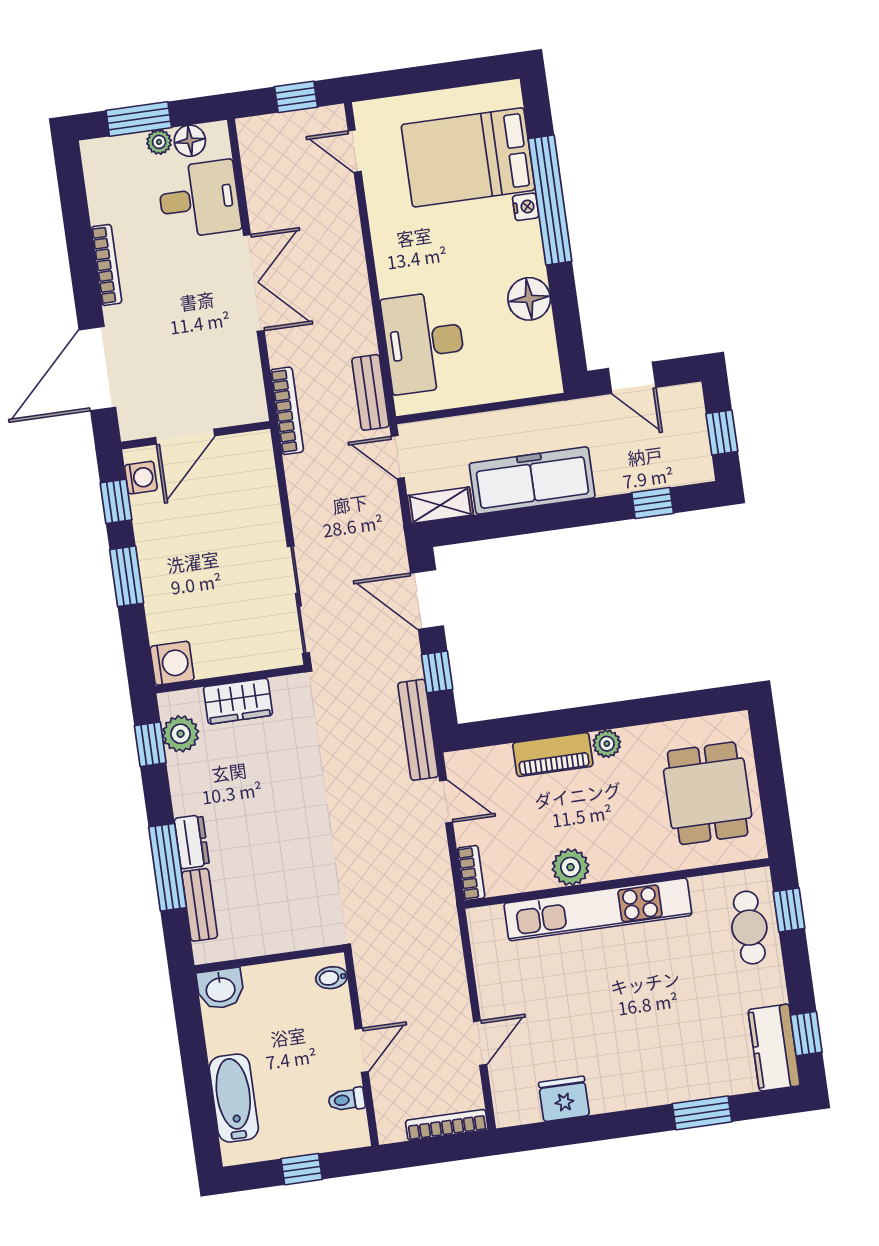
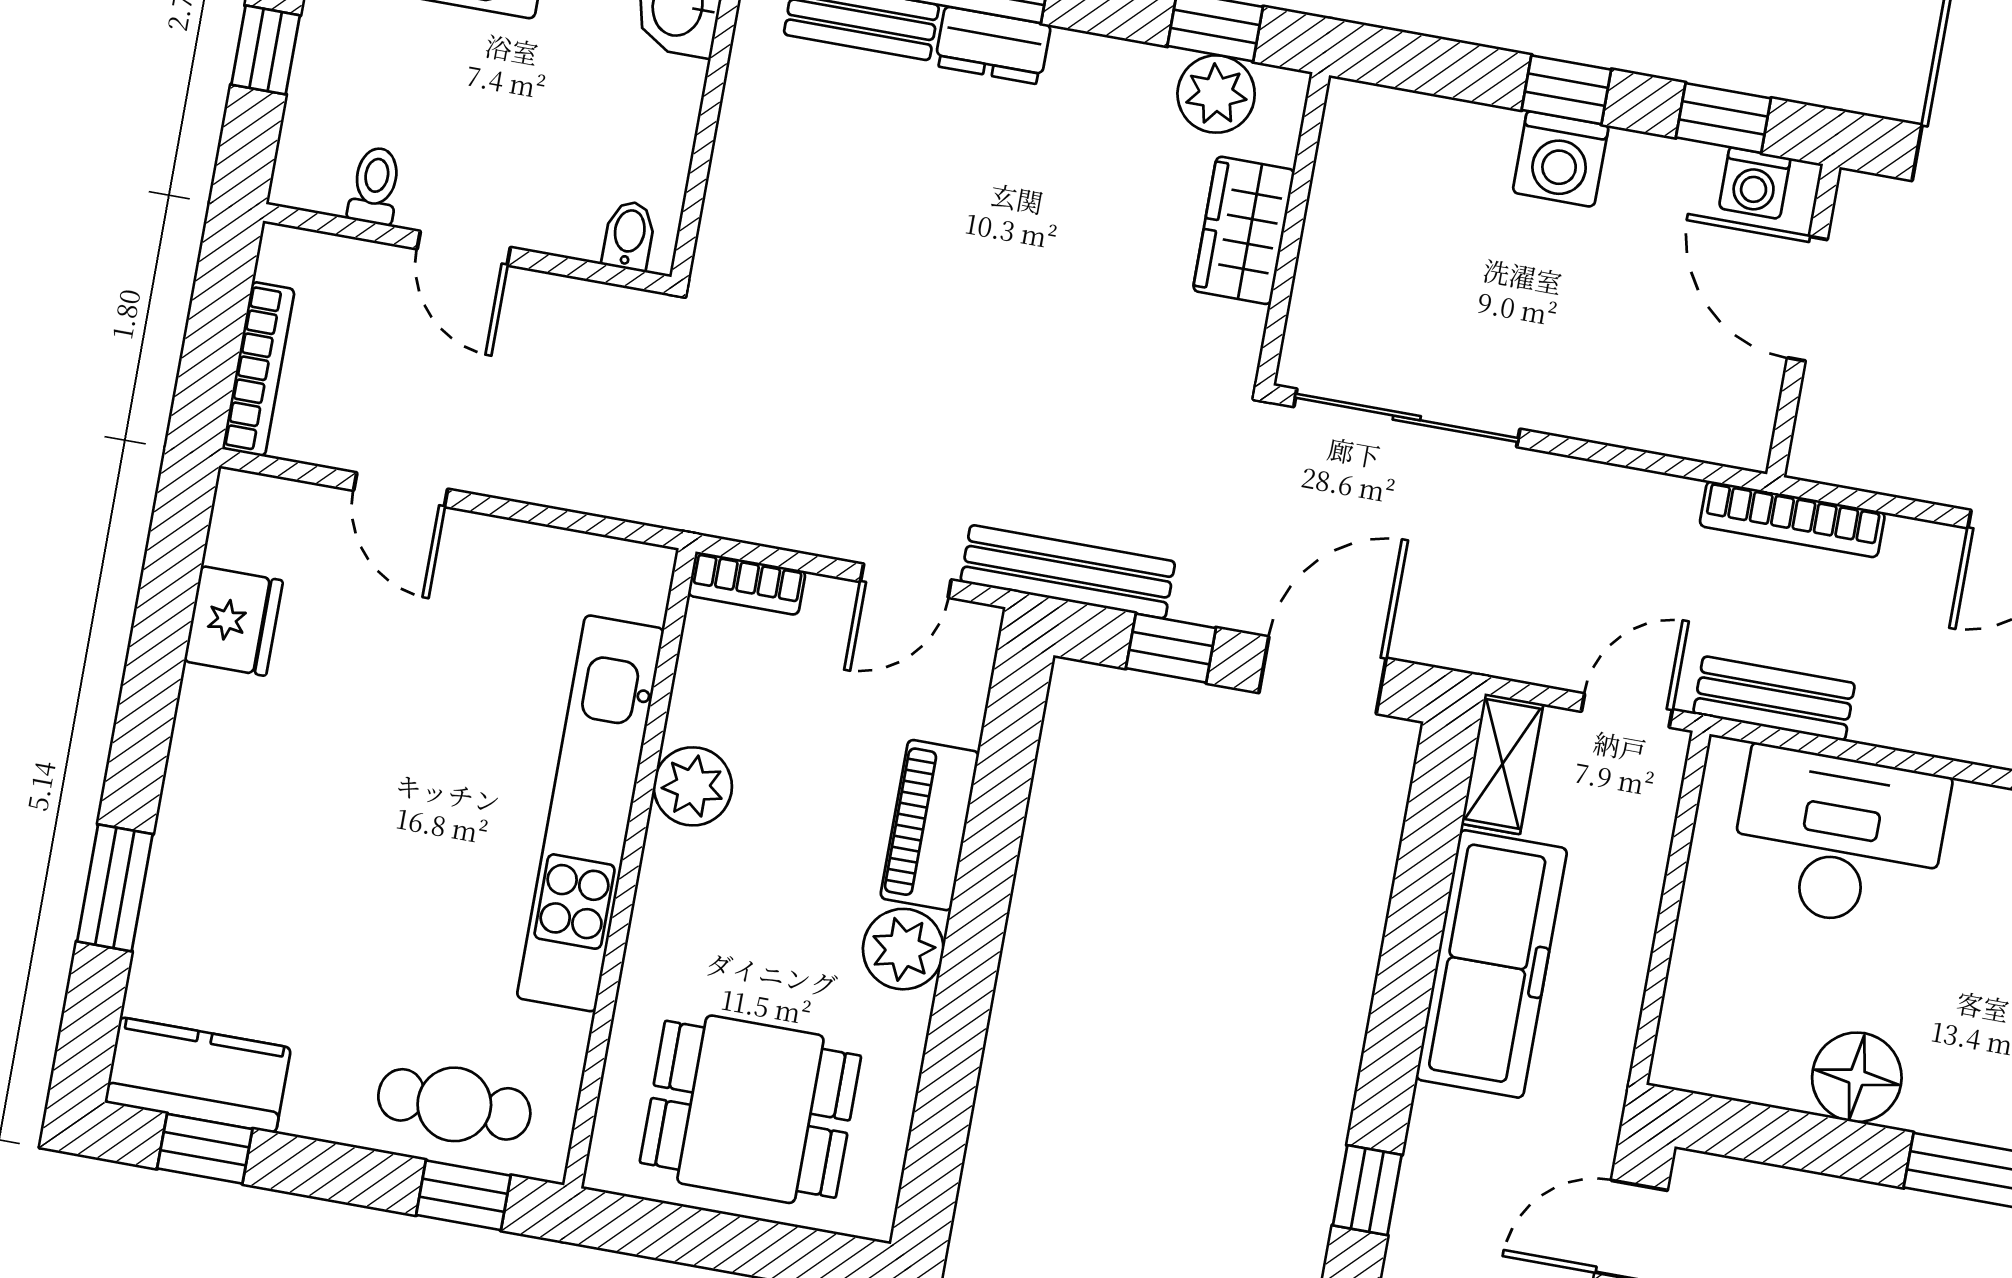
window: (127, 576) -> (1566, 90), width x0.67
washing machine: (172, 663) -> (1561, 159), moved
plant: (607, 744) -> (903, 949), width x1.38, depth x1.38

